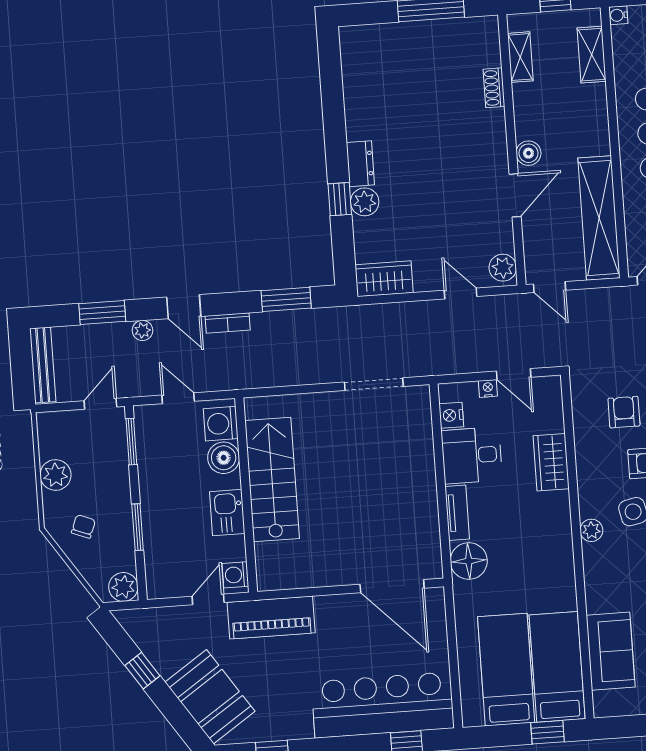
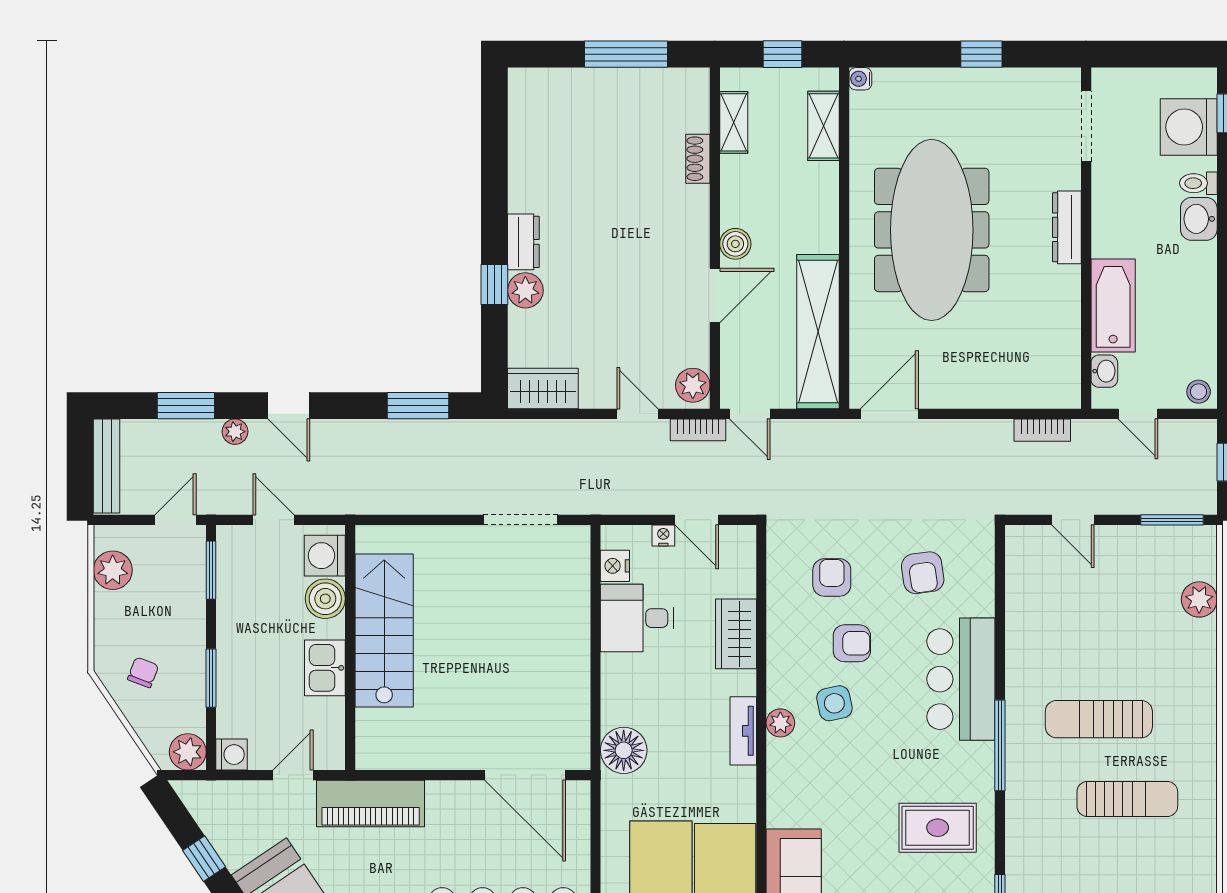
bookcase: (228, 323) -> (698, 430), moved
plant: (56, 475) -> (113, 570), moved
tv unit: (457, 513) -> (743, 731), moved, turned 180
washing machine: (235, 575) -> (232, 755), moved, turned 180

